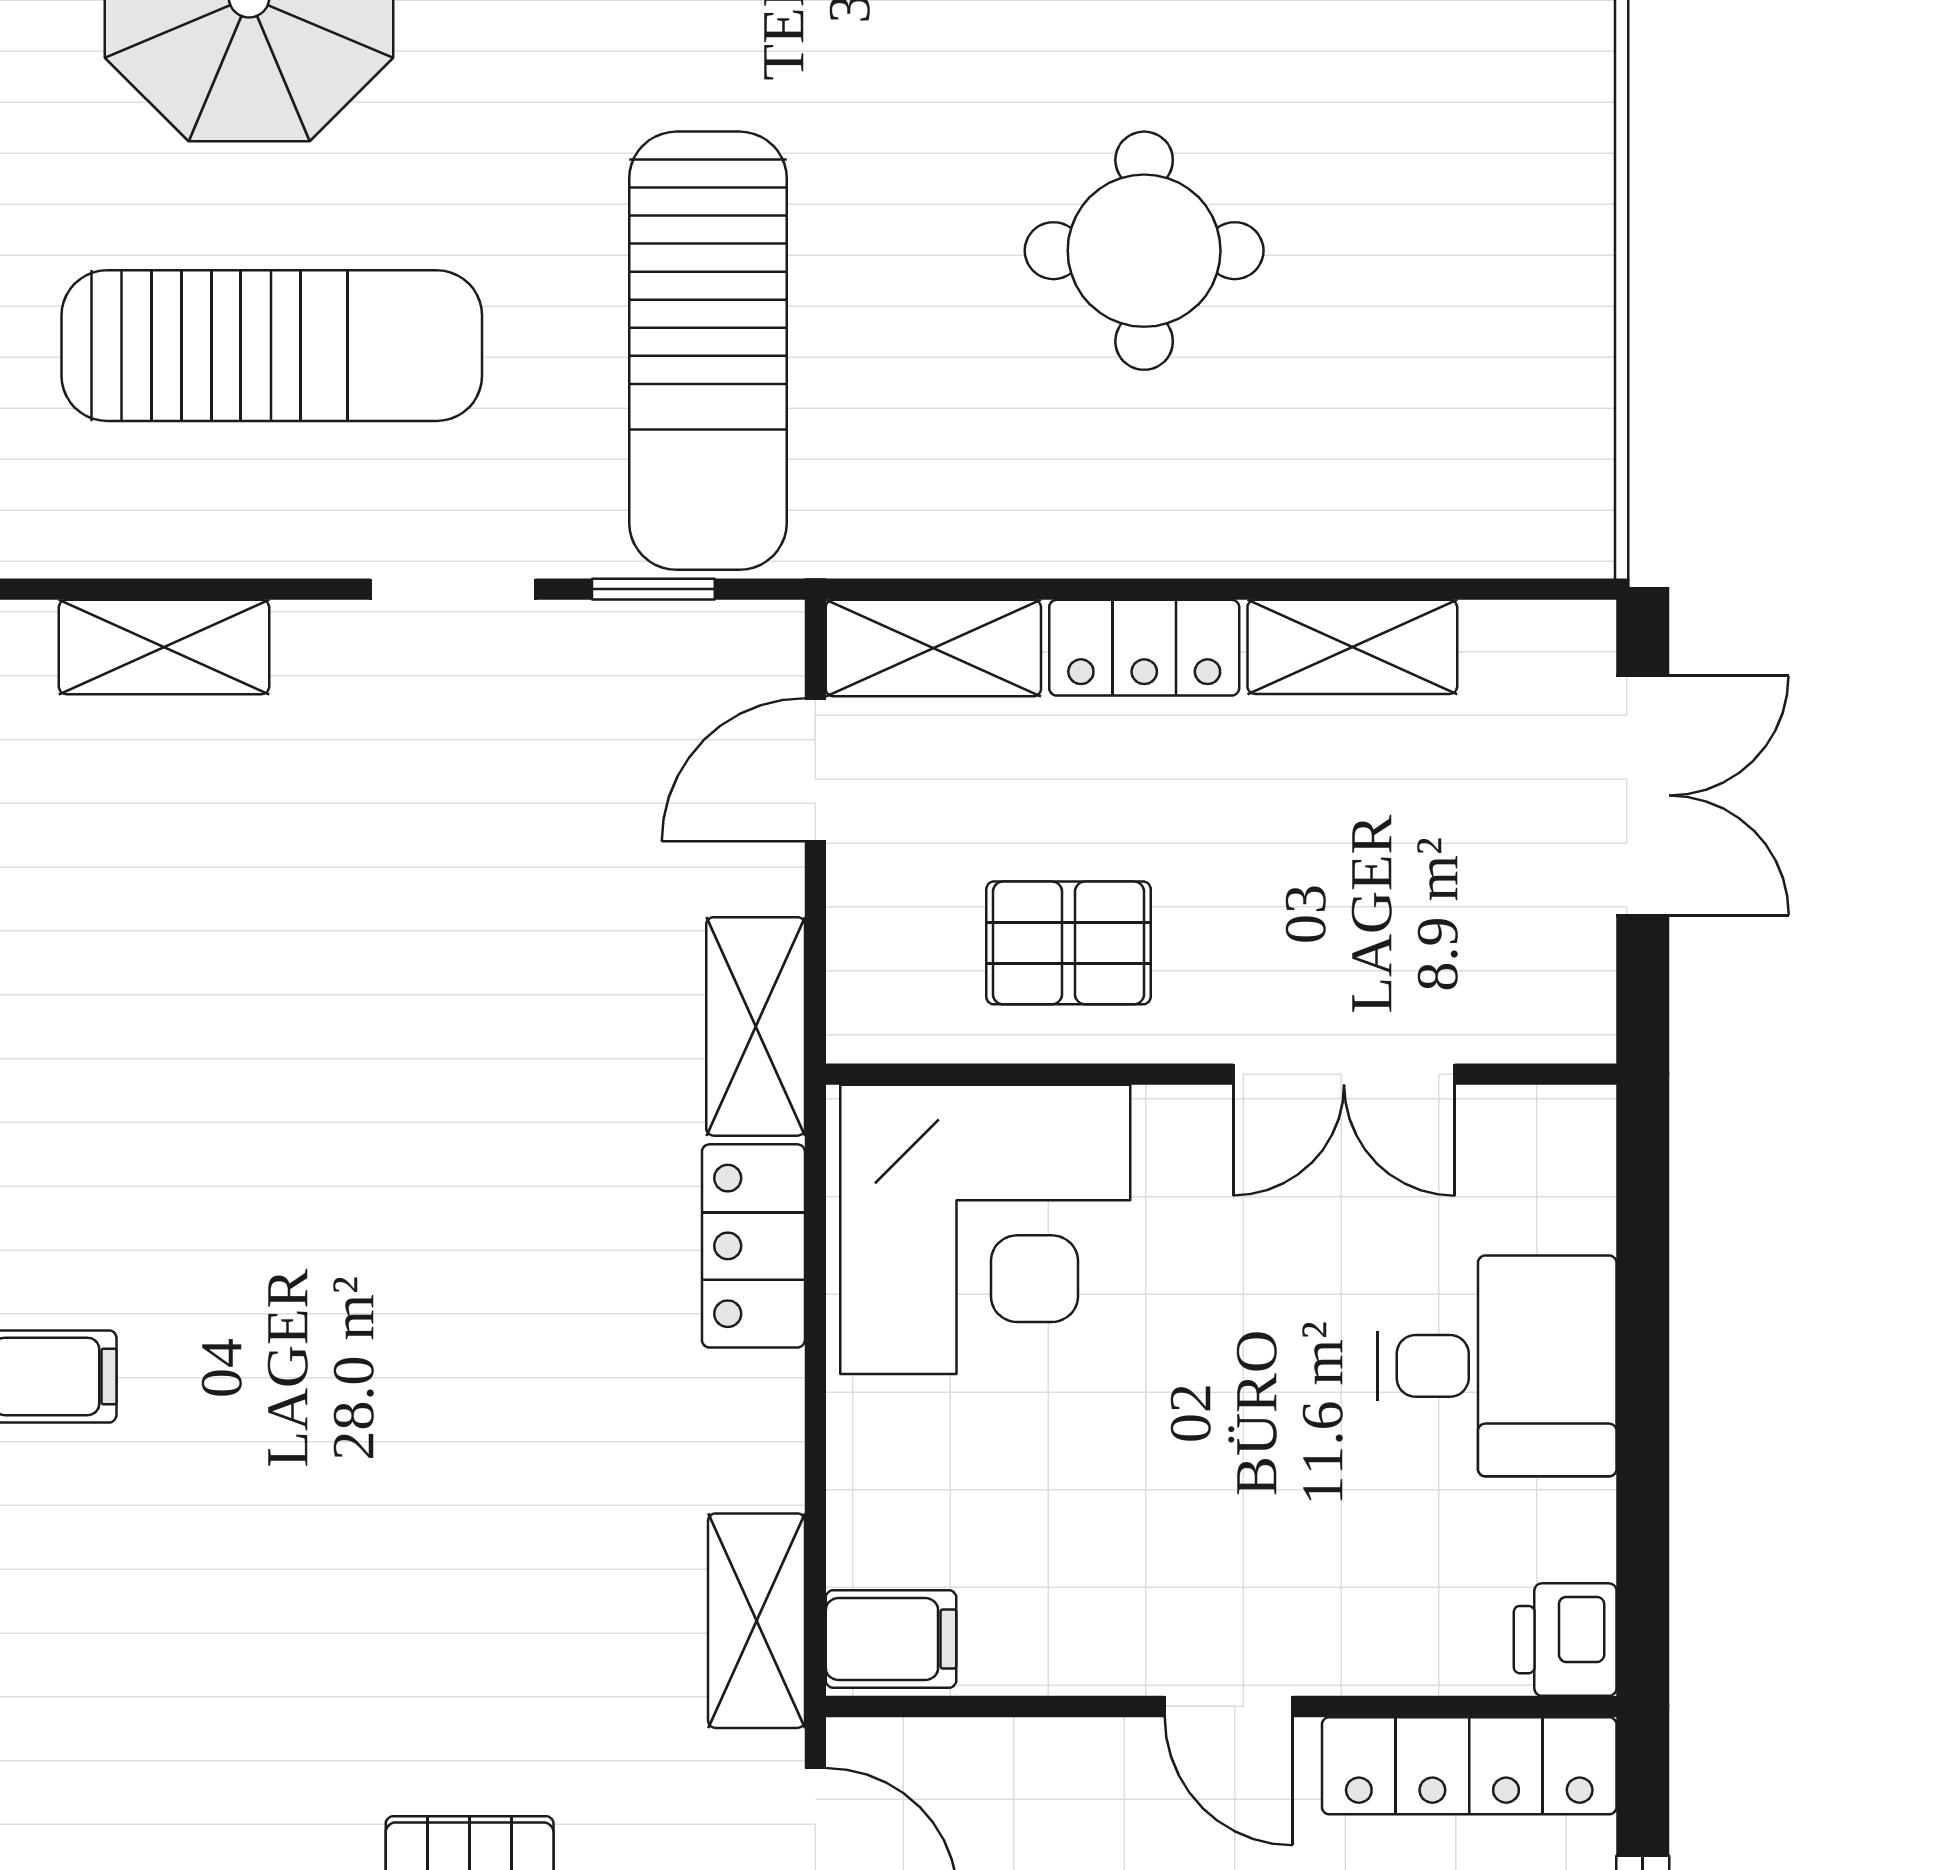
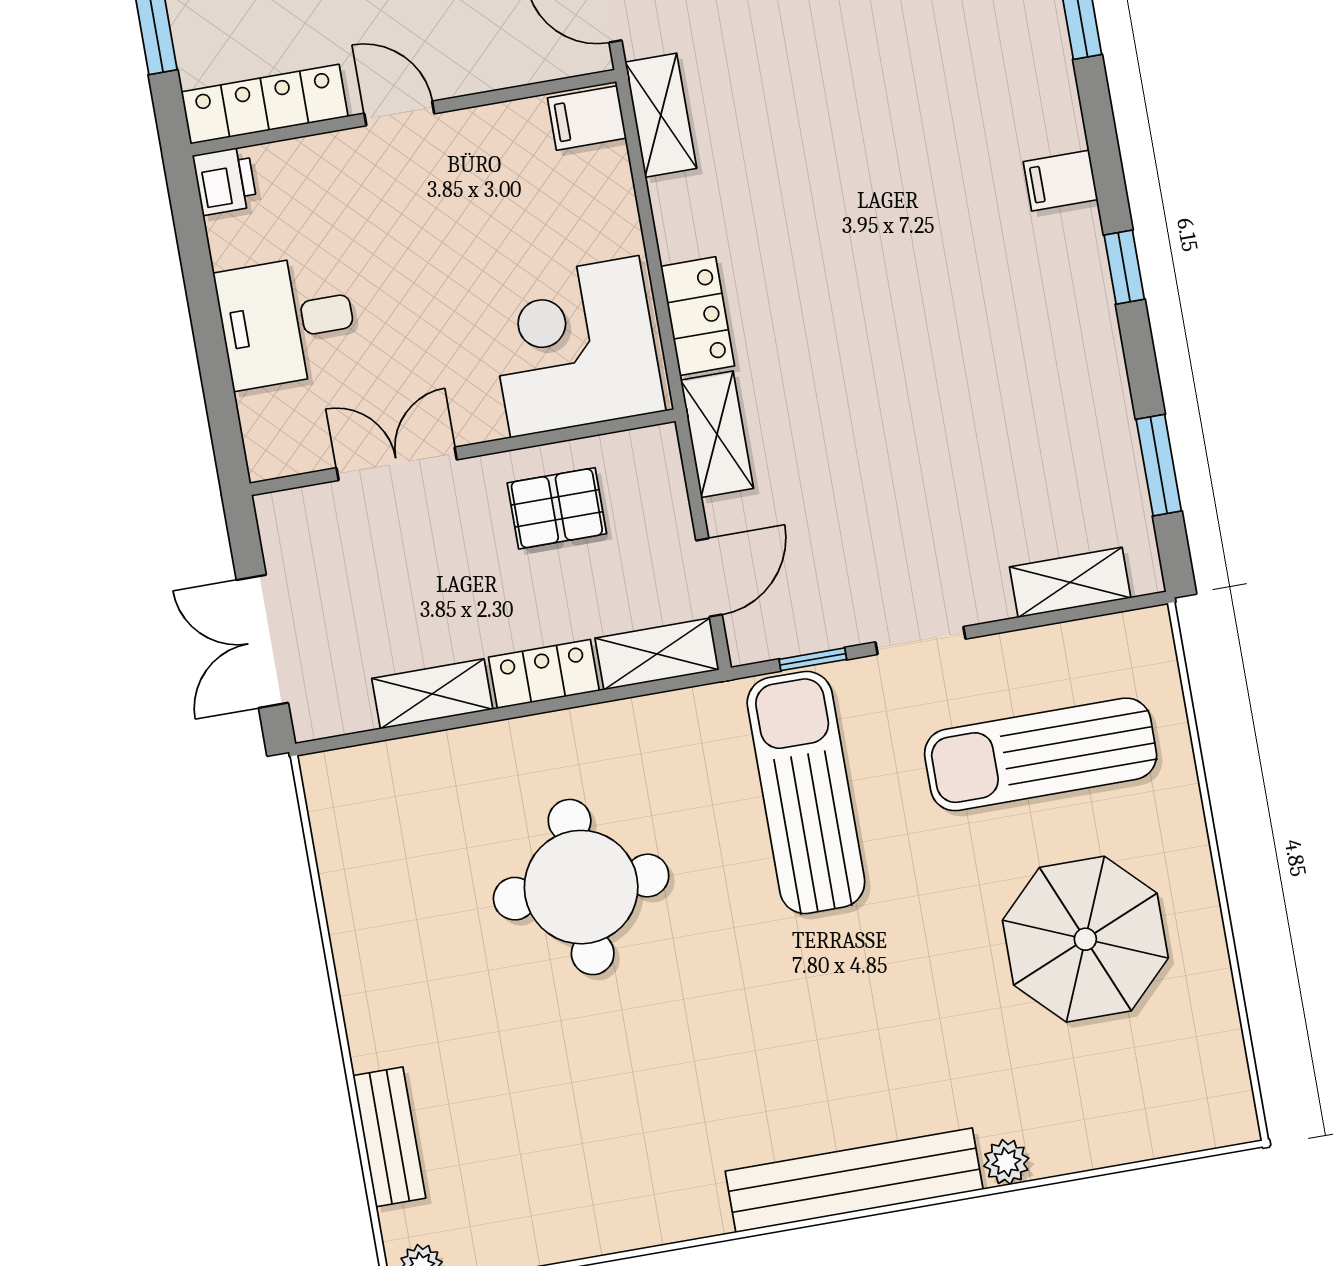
round table: (1144, 251) -> (581, 887), width x1.36, depth x1.36

